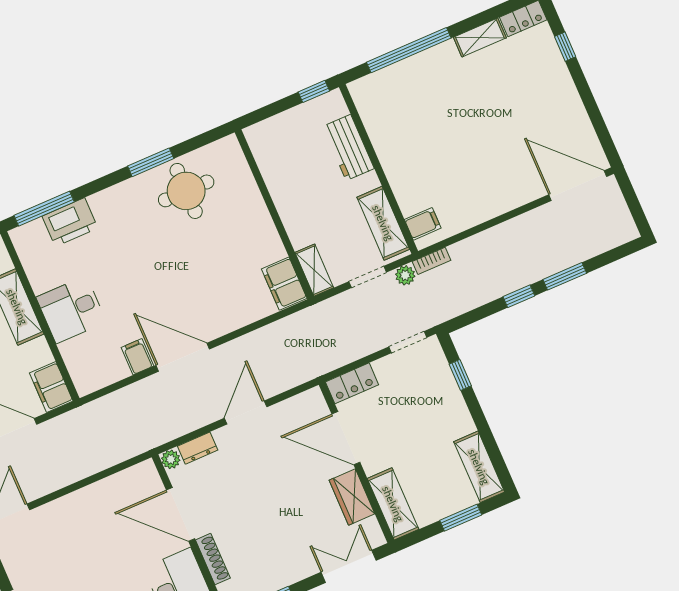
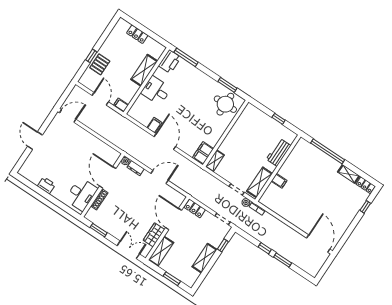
window: (314, 91) -> (279, 119), moved
wall: (274, 214) -> (226, 133), moved
printer: (70, 222) -> (170, 61), moved, turned -90
filing cabinet: (423, 224) -> (279, 181), moved
shelving: (314, 270) -> (215, 161), moved
filing cabinet: (284, 284) -> (203, 153), moved
filing cabinet: (51, 387) -> (121, 105), width x0.50
shelving: (479, 467) -> (205, 258), moved

